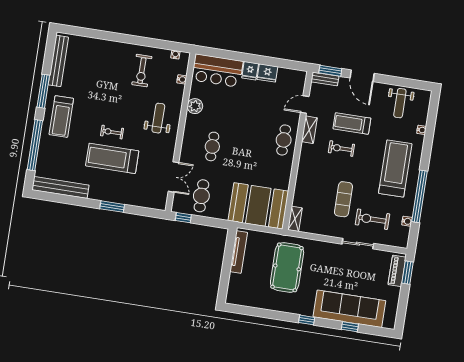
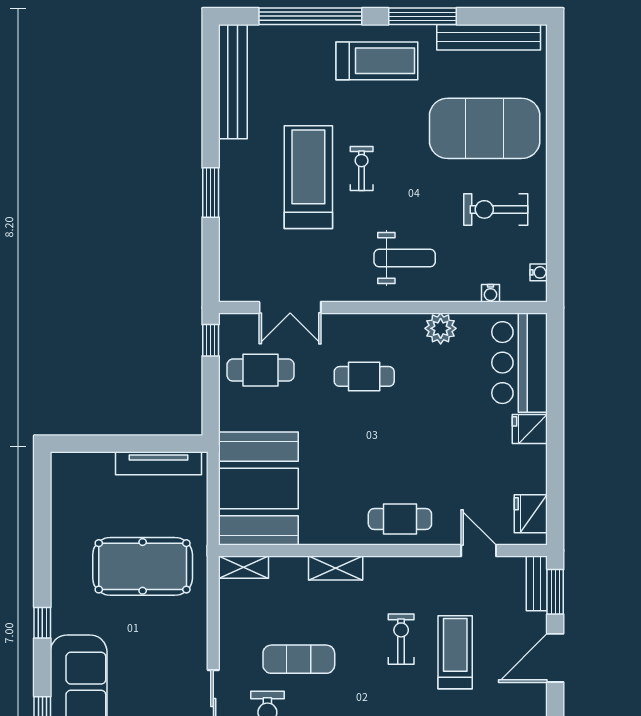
exercise mat: (102, 70) -> (485, 128), added
fridge: (267, 73) -> (531, 514), moved
treadmill: (61, 117) -> (377, 61), turned 180
shelving: (309, 130) -> (336, 568), moved

